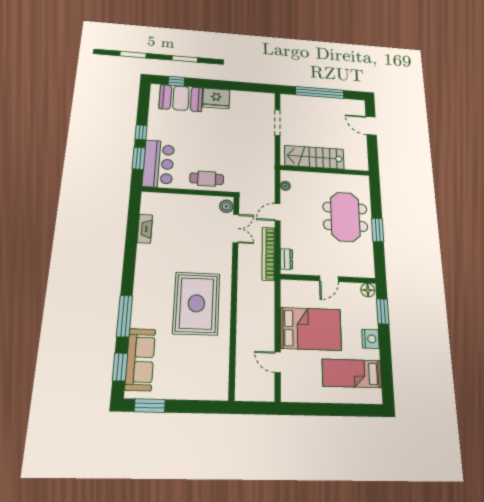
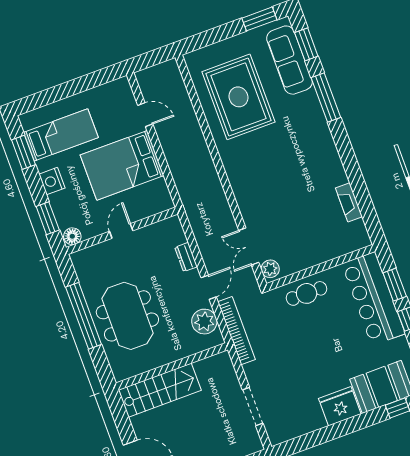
stairs: (314, 157) -> (160, 390), moved
bar counter: (158, 164) -> (373, 299), width x1.36
plant: (285, 186) -> (204, 322), width x1.88, depth x1.88
window: (378, 230) -> (84, 316), width x2.11
bookcase: (268, 254) -> (236, 331), moved
dresser: (286, 259) -> (186, 257), moved
rug: (196, 303) -> (238, 97), moved
window: (386, 371) -> (23, 152), added

